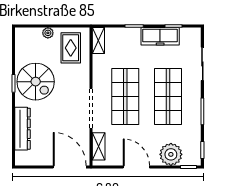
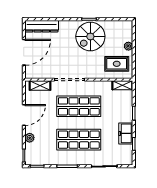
freezer: (160, 36) -> (126, 133), width x0.71
dresser: (23, 129) -> (42, 26), moved
plant: (171, 154) -> (30, 138), width x0.53, depth x0.53
door: (70, 167) -> (24, 52), moved

